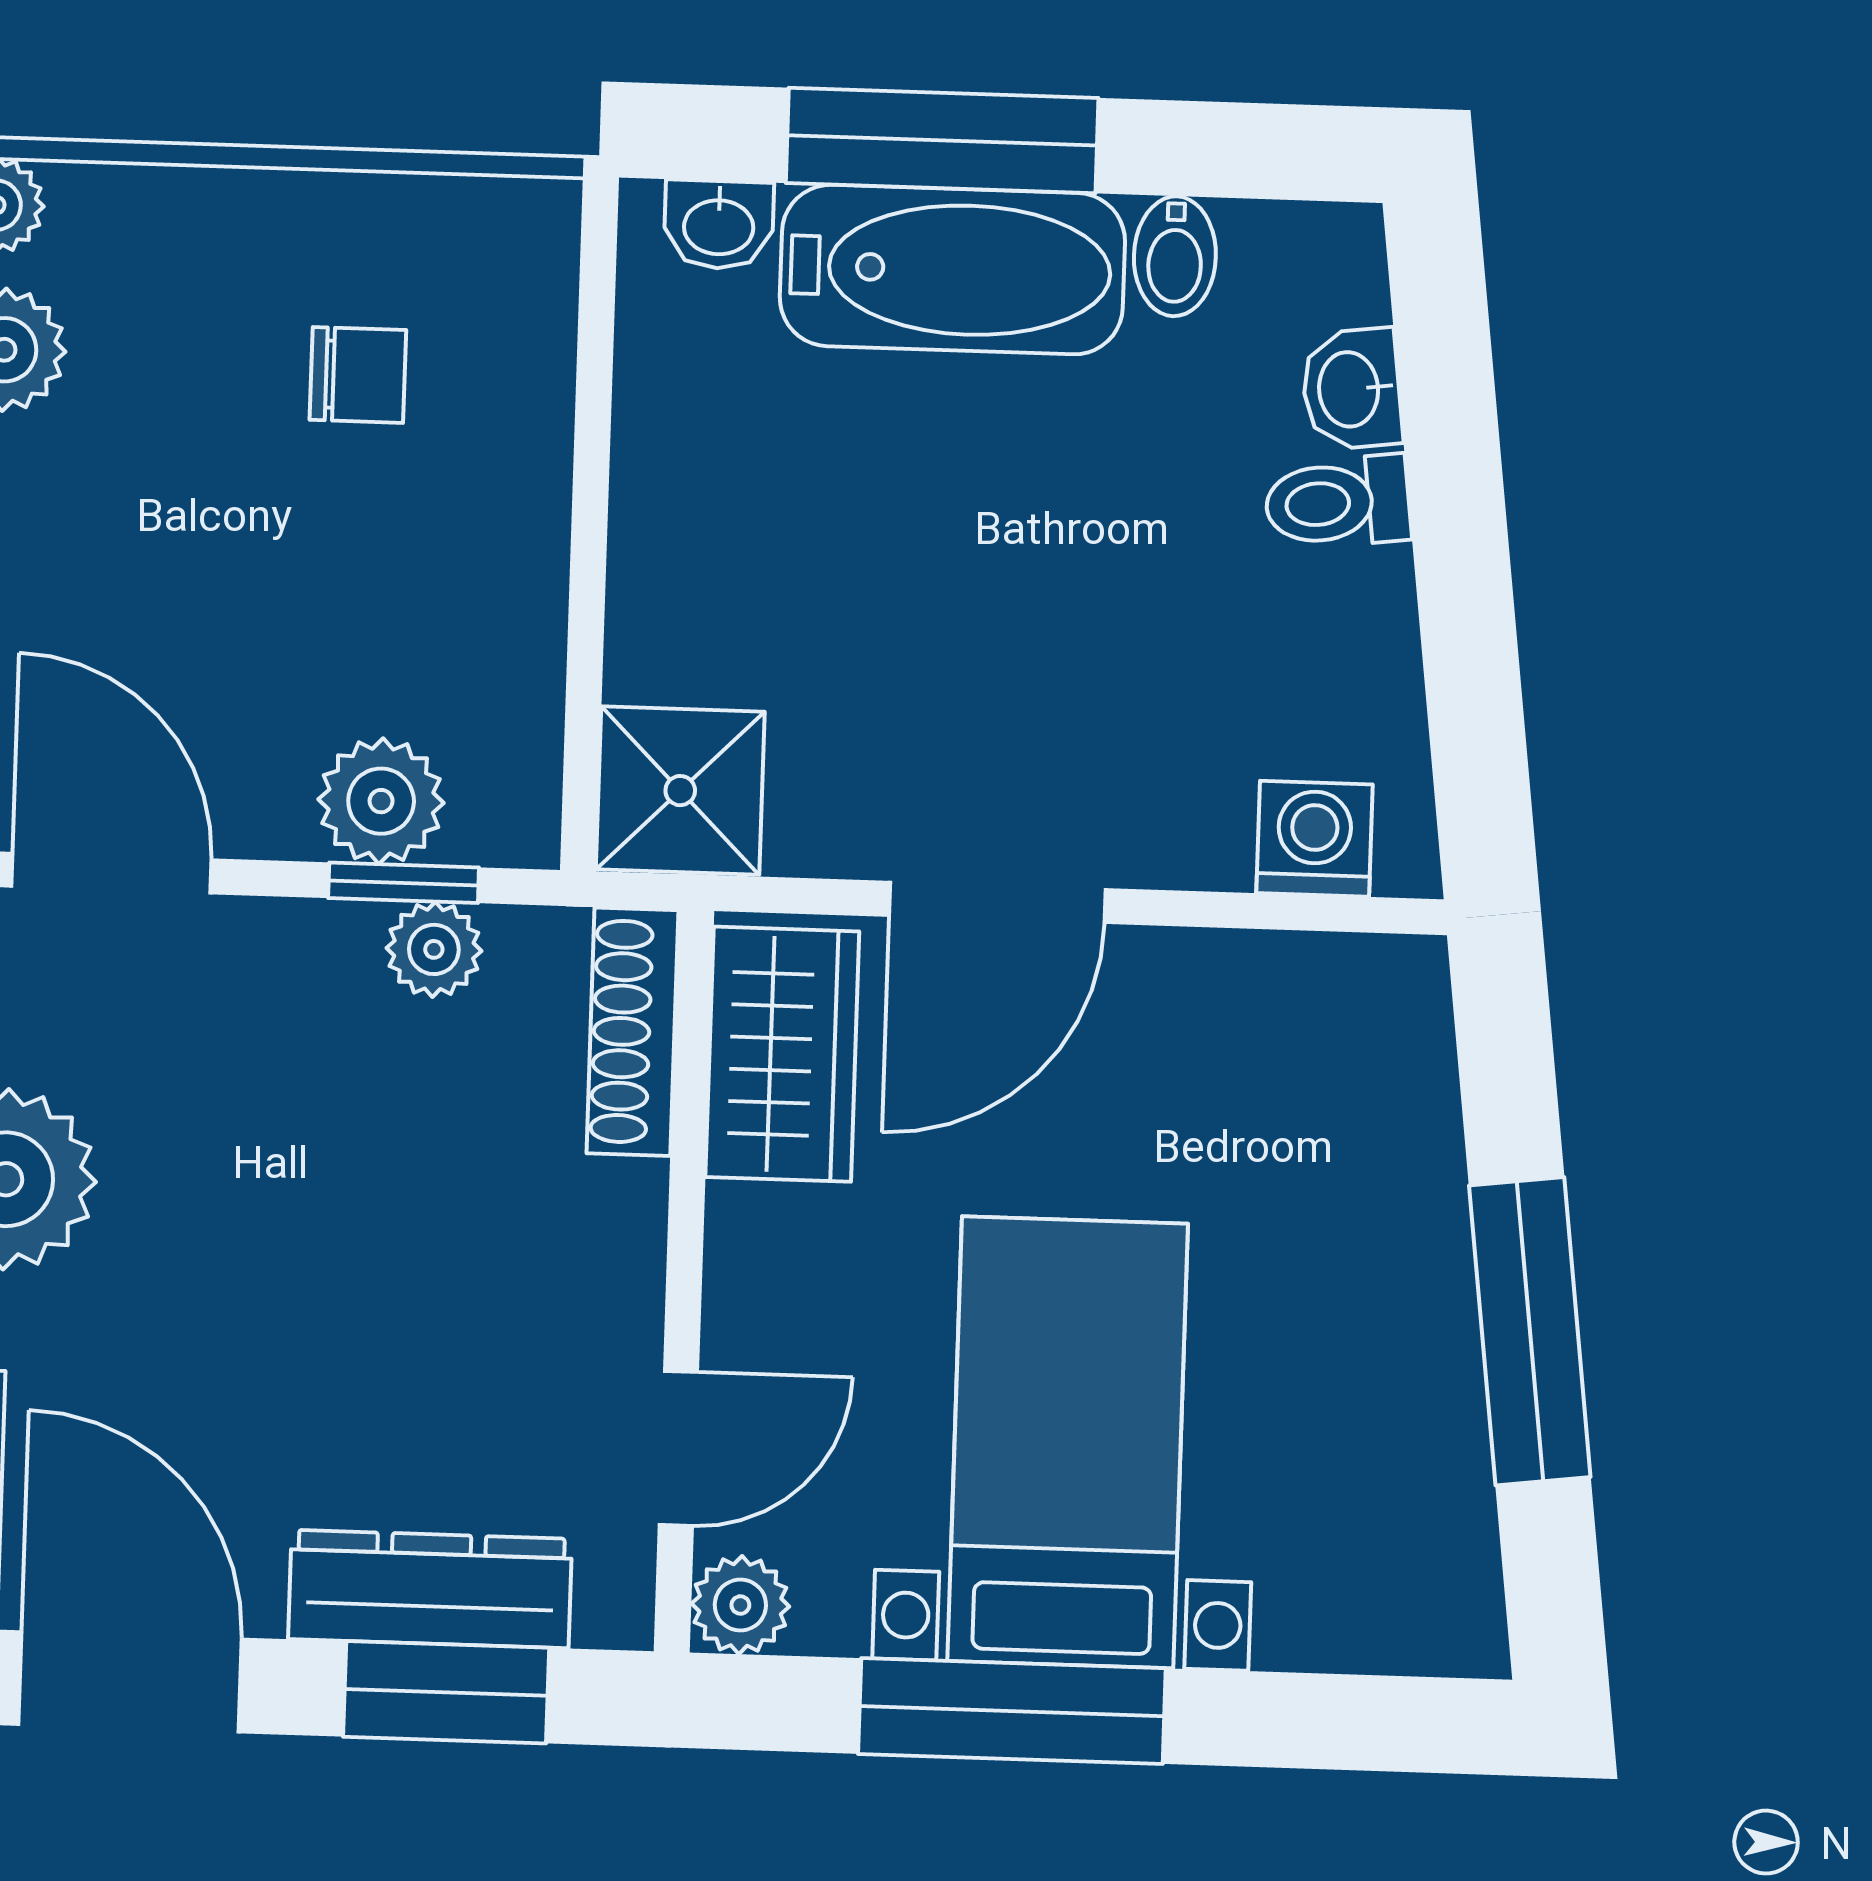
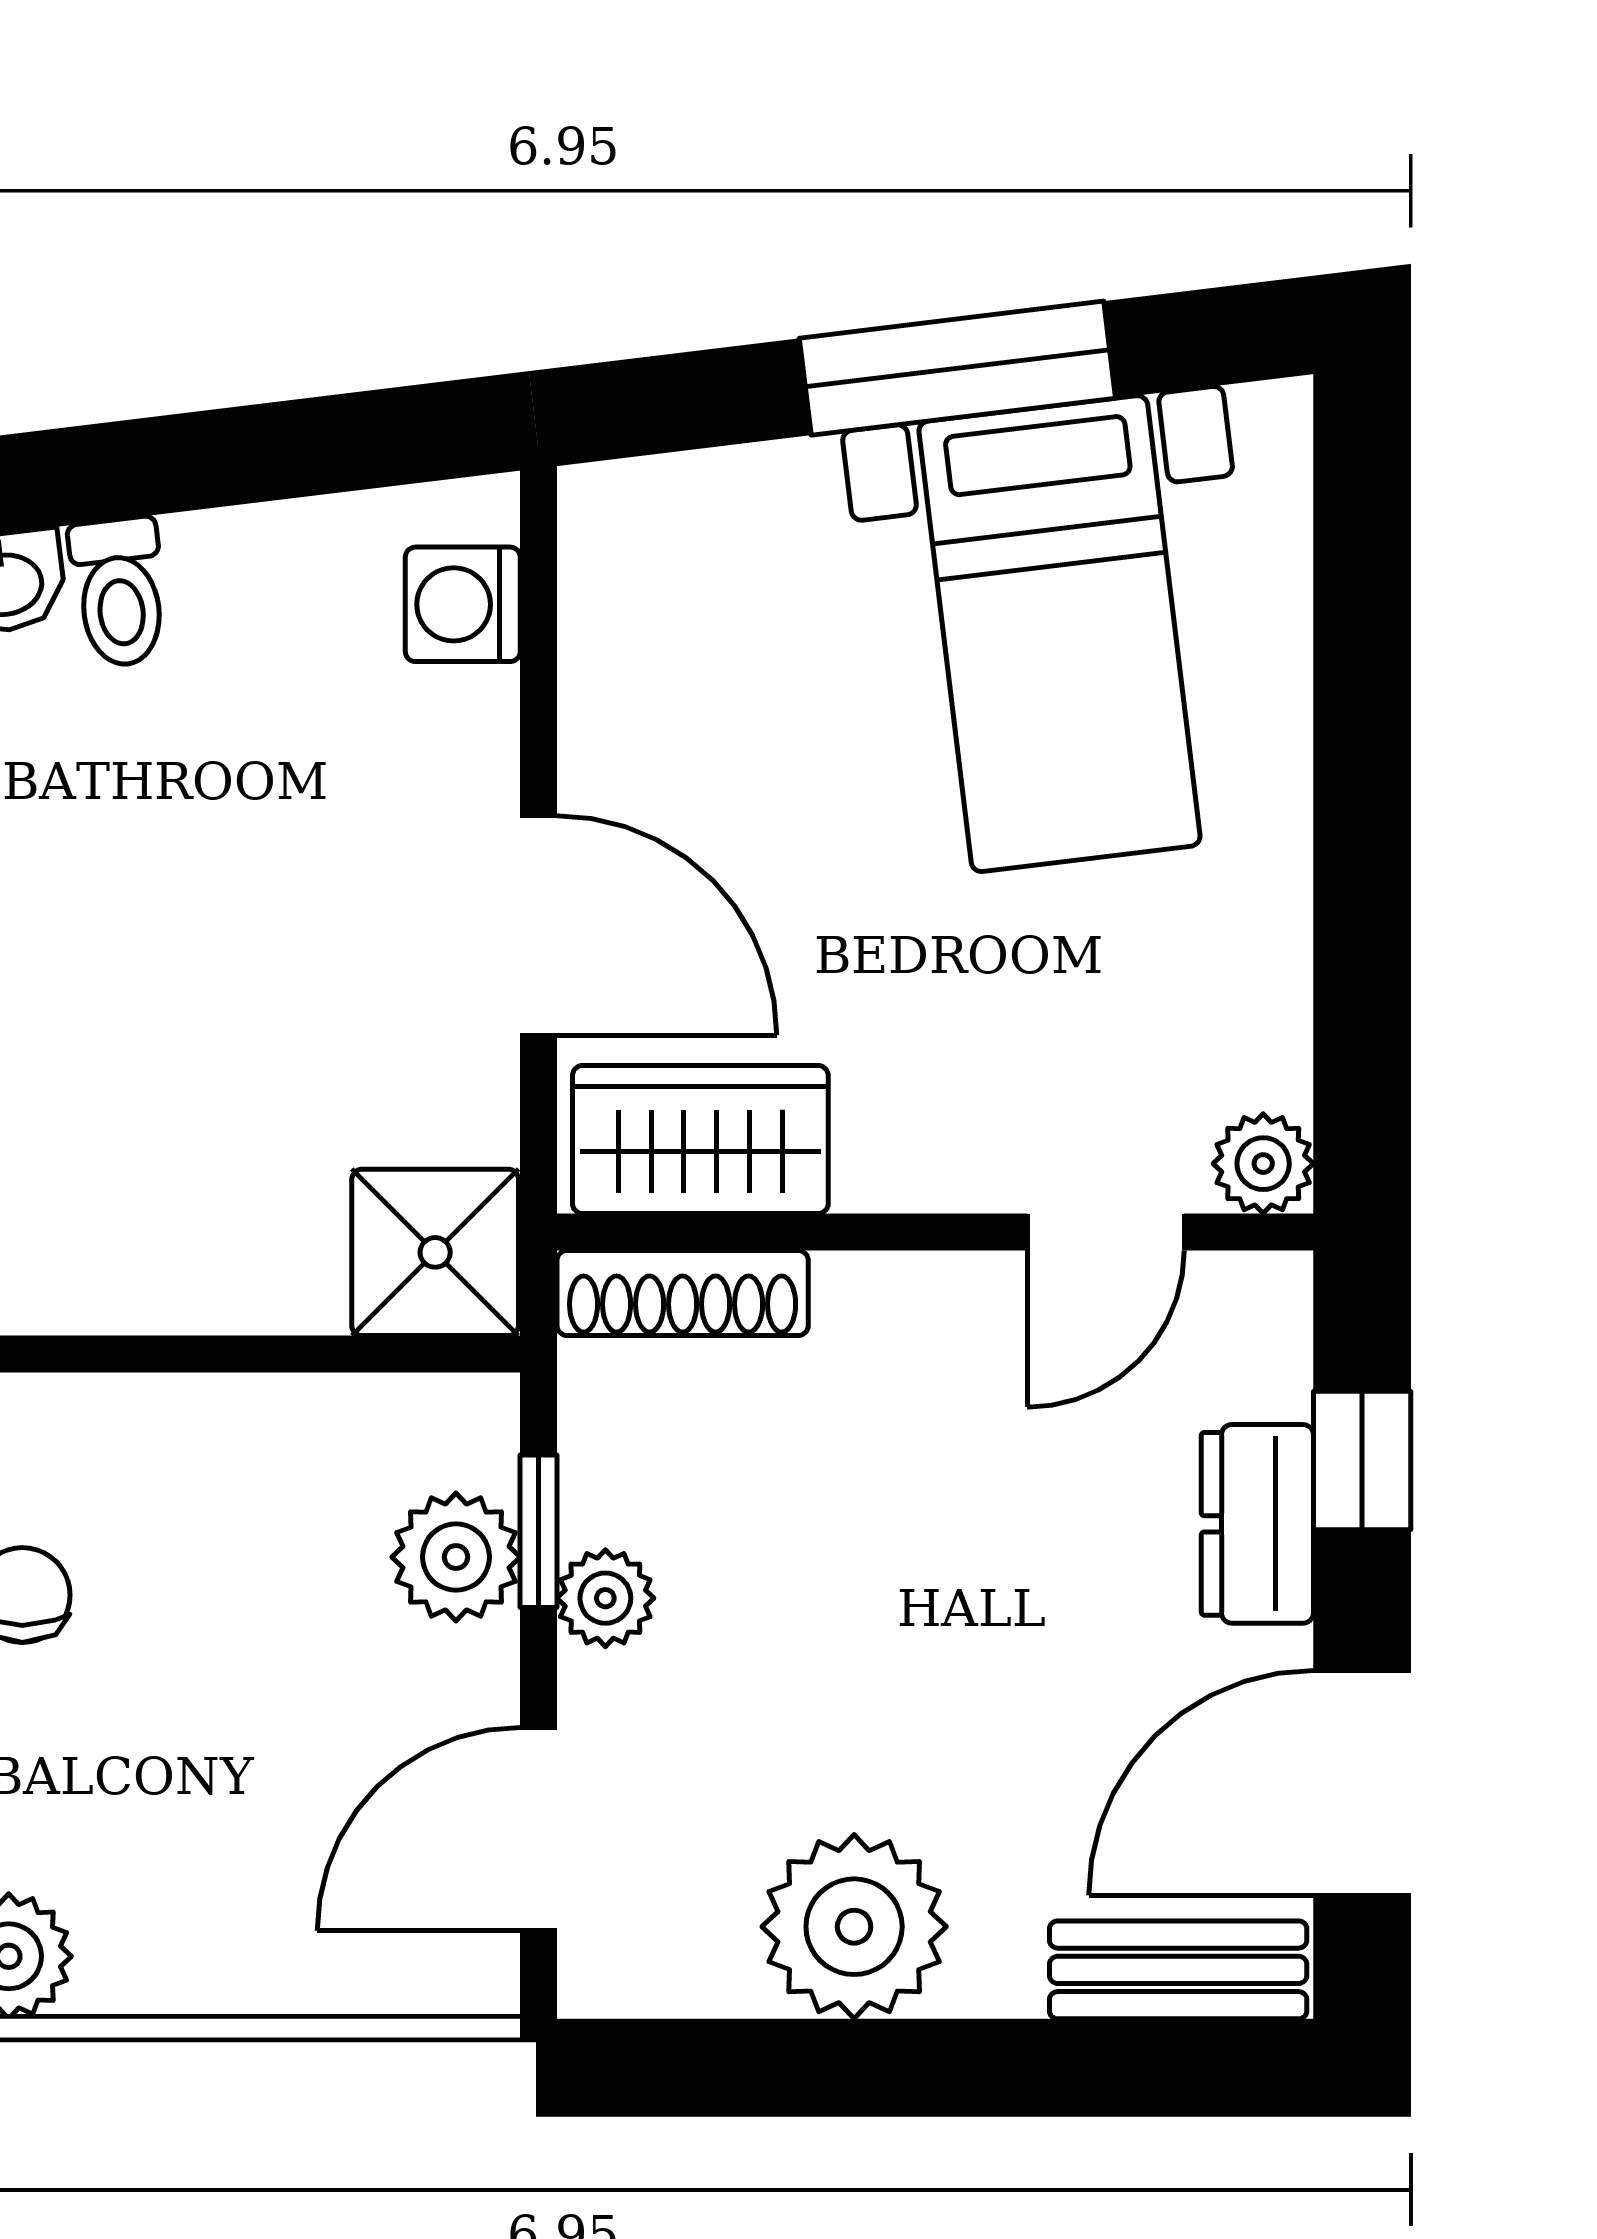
plant: (434, 949) -> (605, 1598), moved
bed with nightstands: (1068, 1442) -> (1059, 634), moved, turned -97
door: (678, 1448) -> (1106, 1232), swing flipped
dresser: (430, 1589) -> (1257, 1524), width x0.70
window: (446, 1692) -> (1362, 1460), width x0.67
window: (1012, 1711) -> (1362, 883), removed

